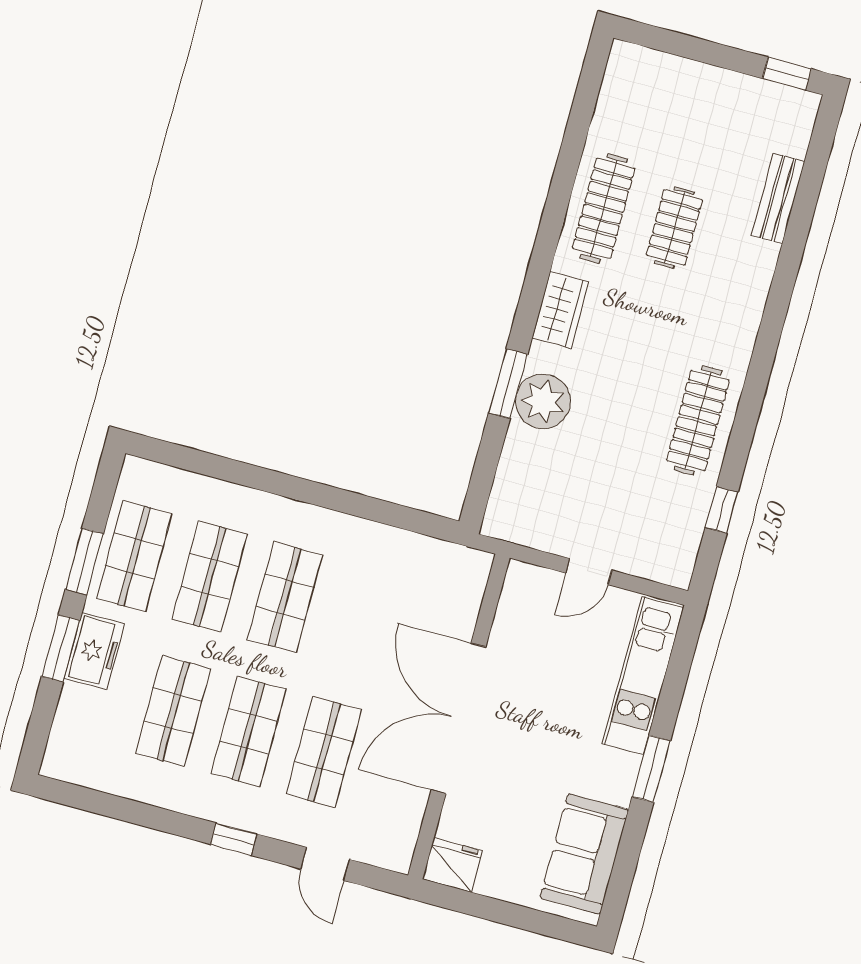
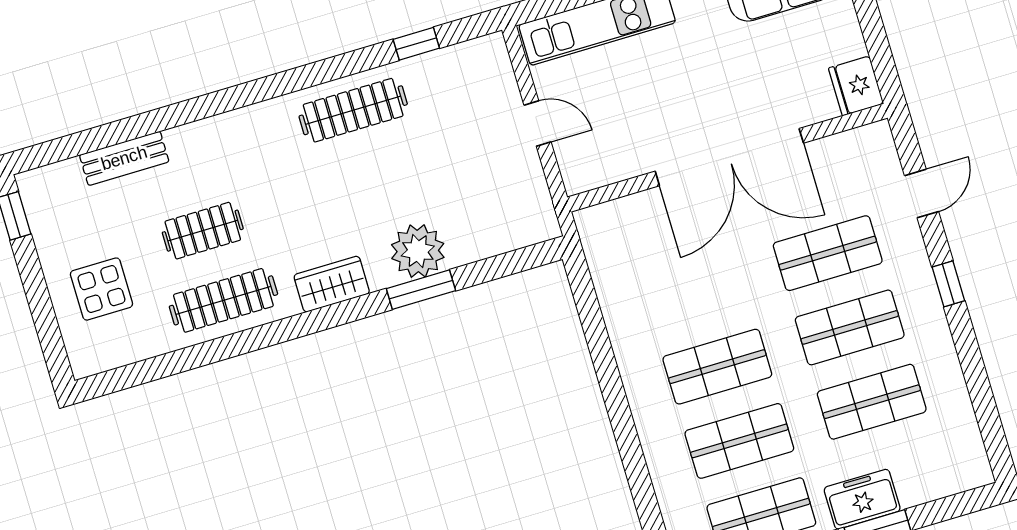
display table: (678, 110) -> (101, 289), added

